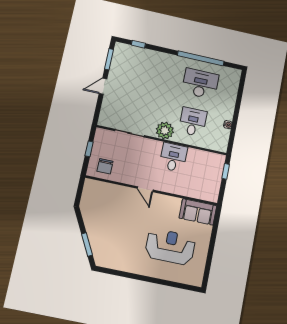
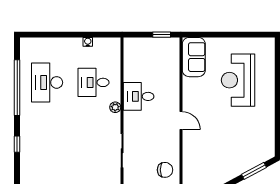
window: (138, 44) -> (17, 144), moved
plant: (165, 131) -> (115, 107), width x0.53, depth x0.53
window: (226, 171) -> (162, 35), moved
door: (145, 189) -> (181, 121), hinge flipped

